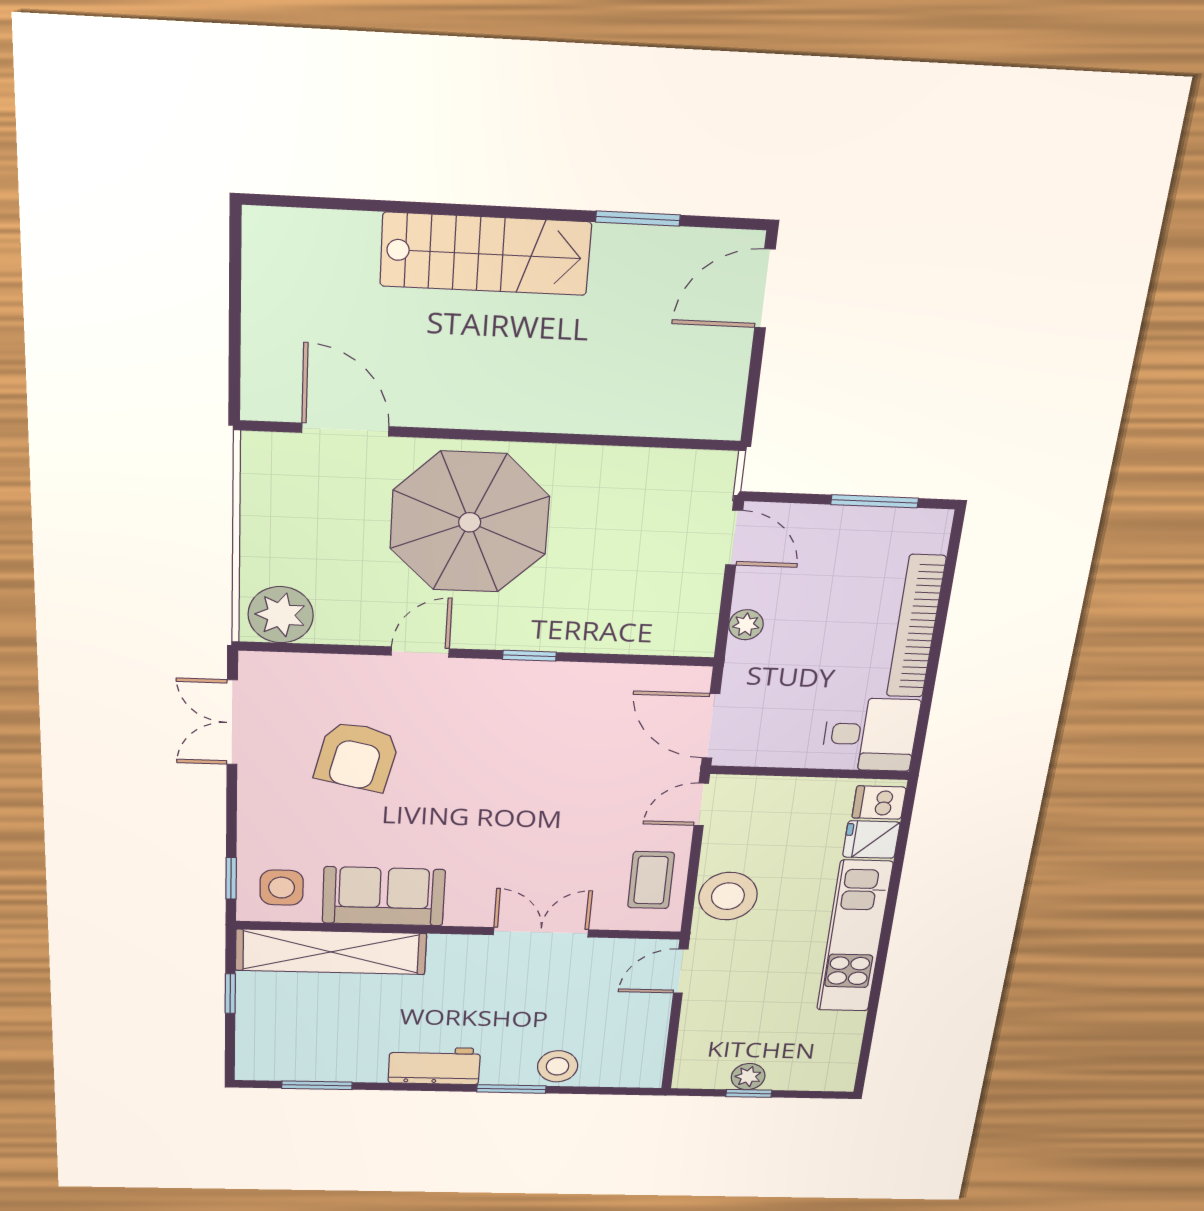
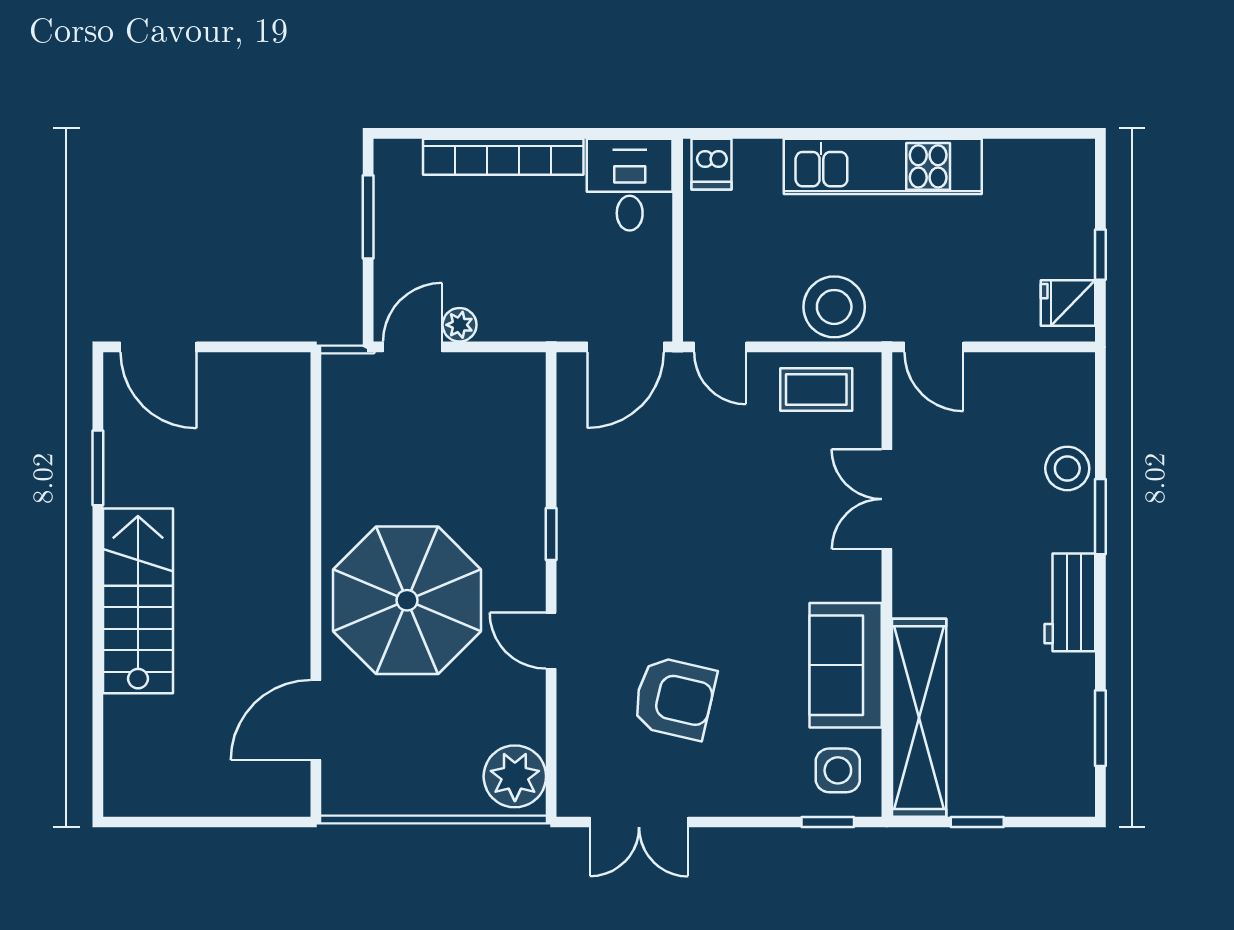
plant: (746, 625) -> (460, 325), moved
fridge: (871, 840) -> (1068, 303), moved, turned 90
plant: (748, 1077) -> (1077, 258), removed

